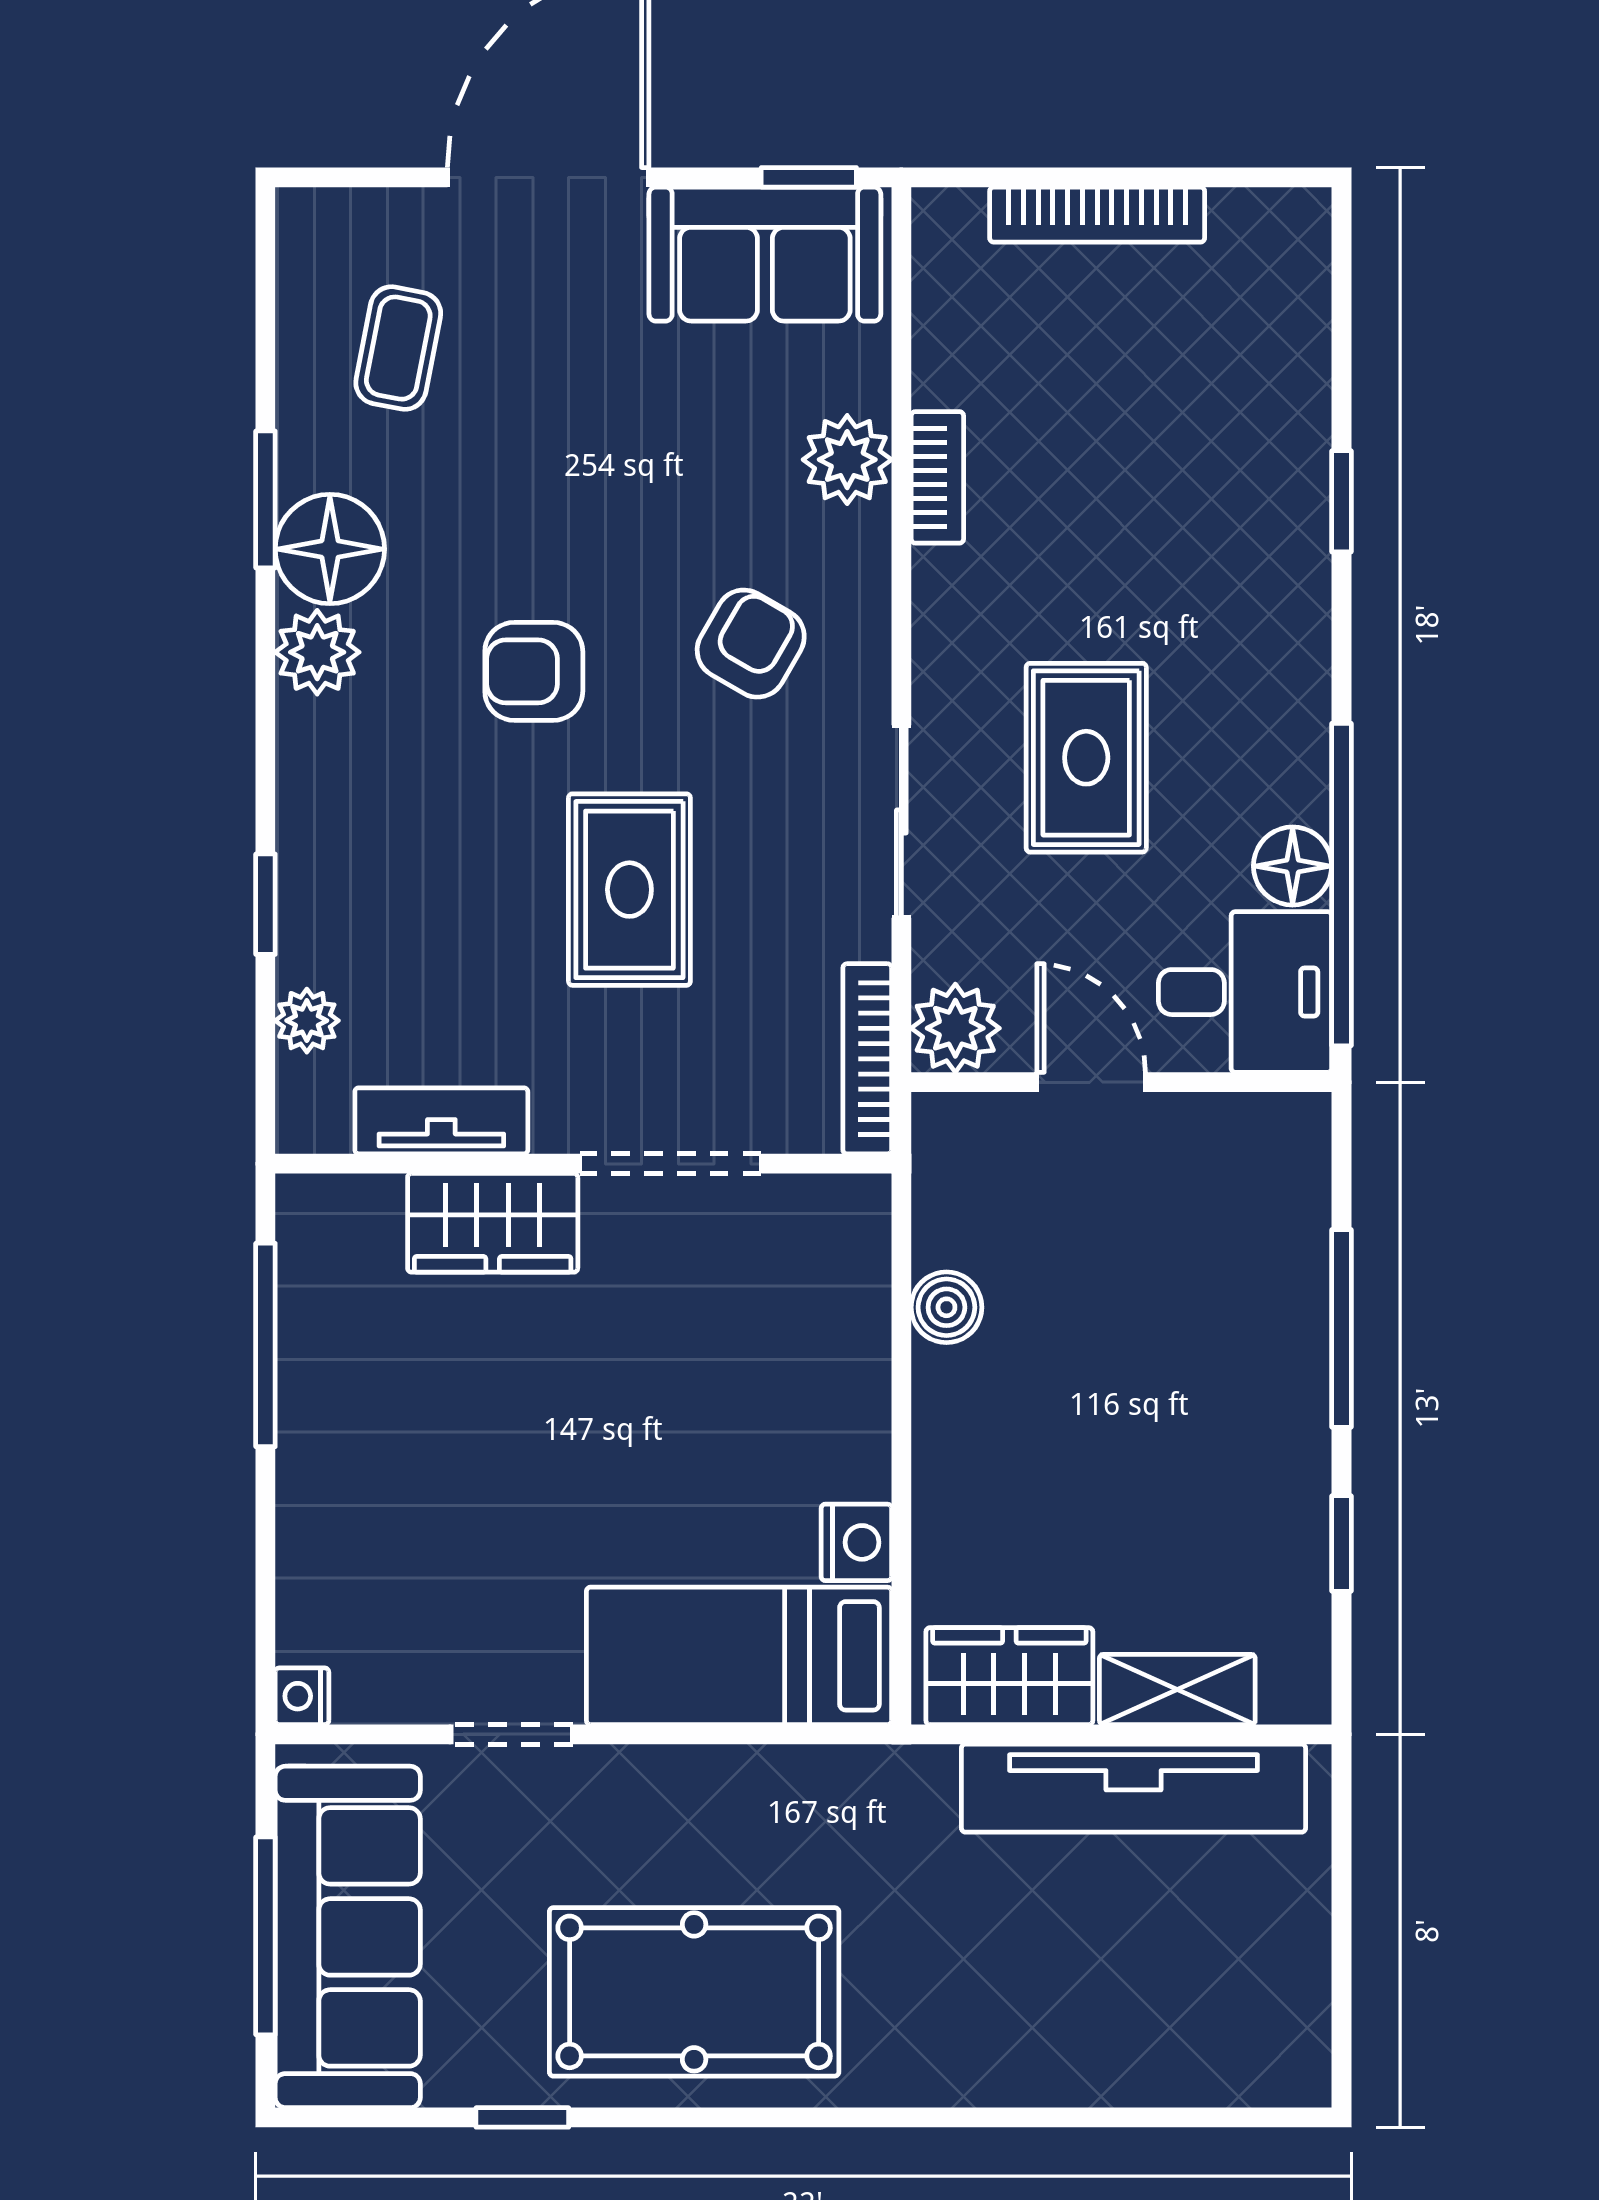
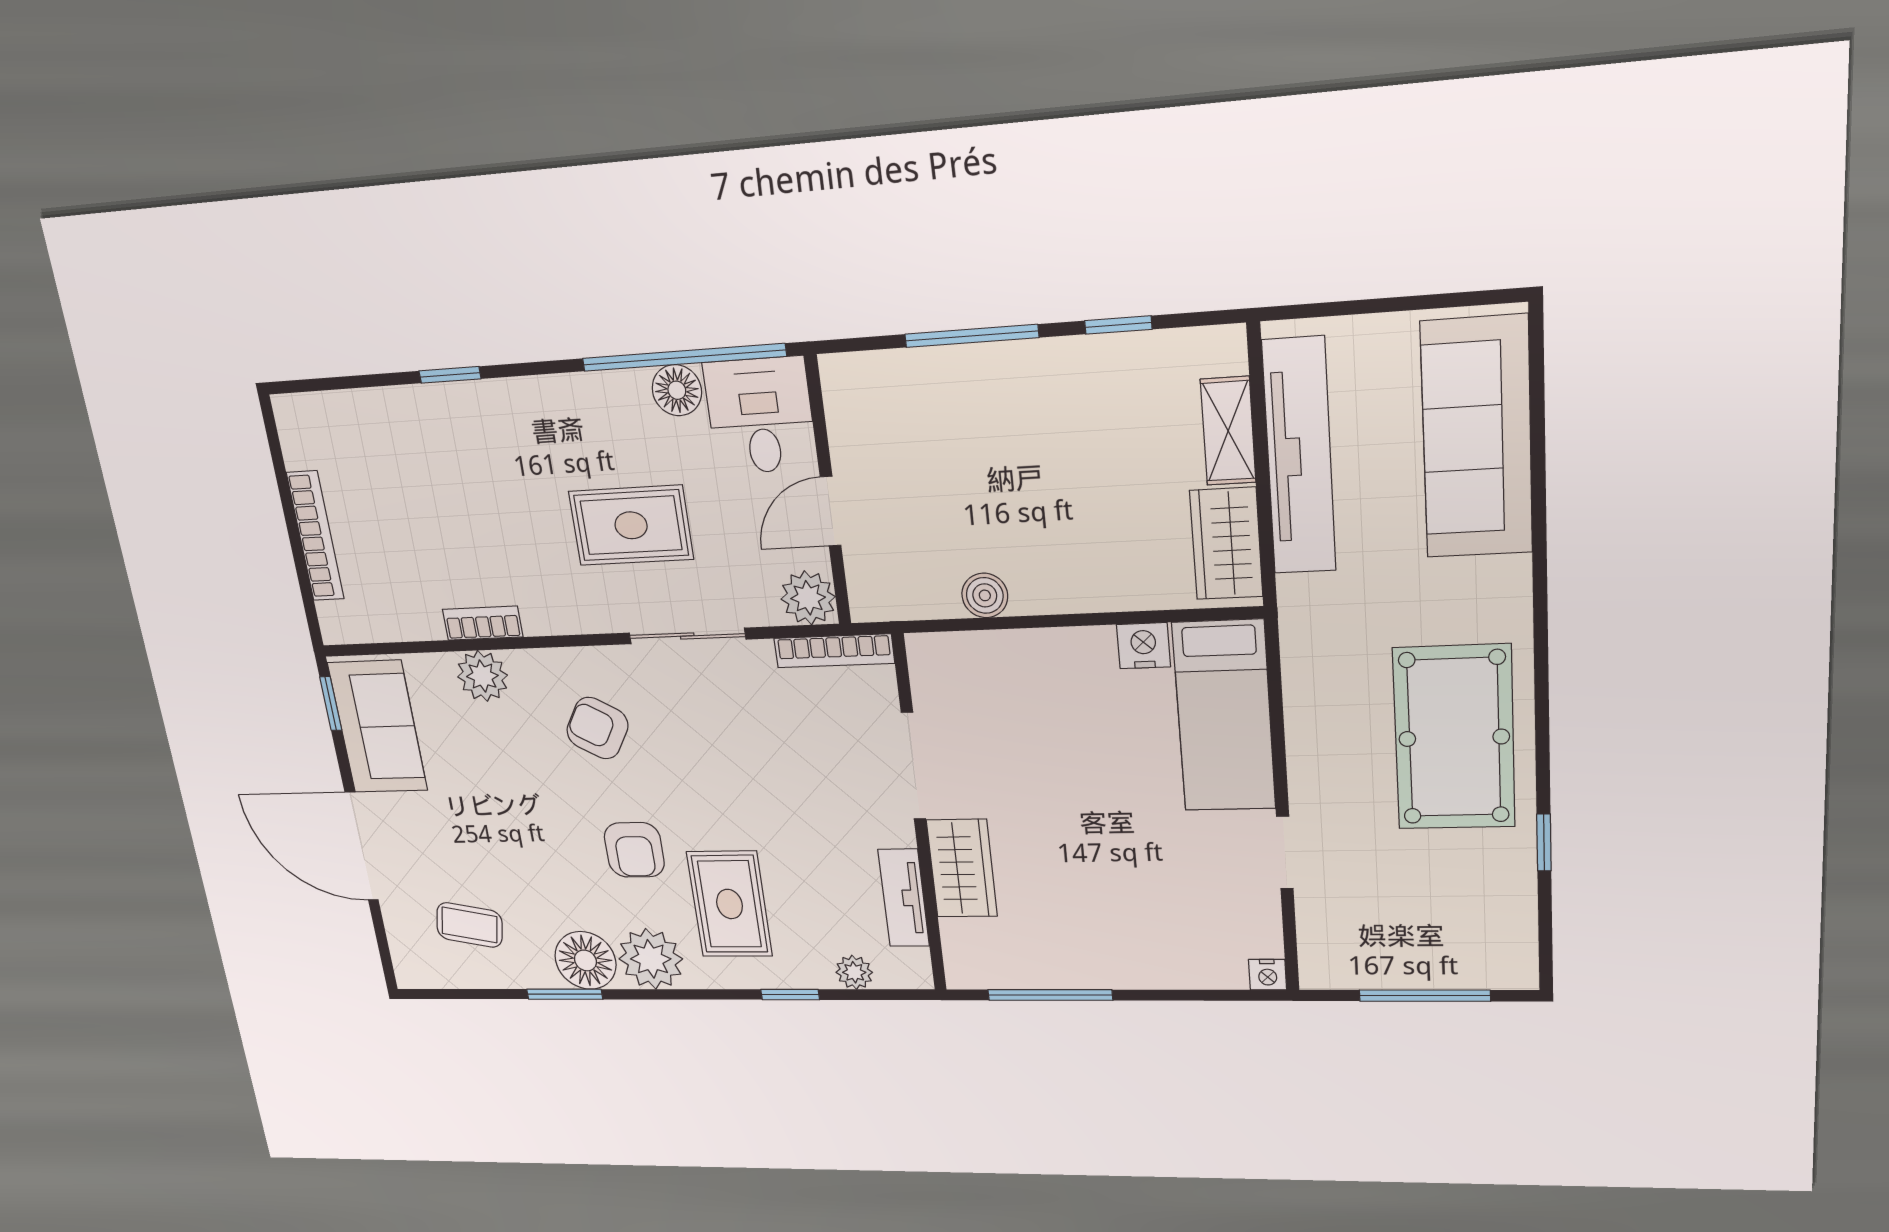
plant: (317, 652) -> (651, 959), width x1.36, depth x1.36
rug: (629, 890) -> (730, 904), moved, turned 90
sofa: (348, 1937) -> (1477, 438), moved, turned -90

